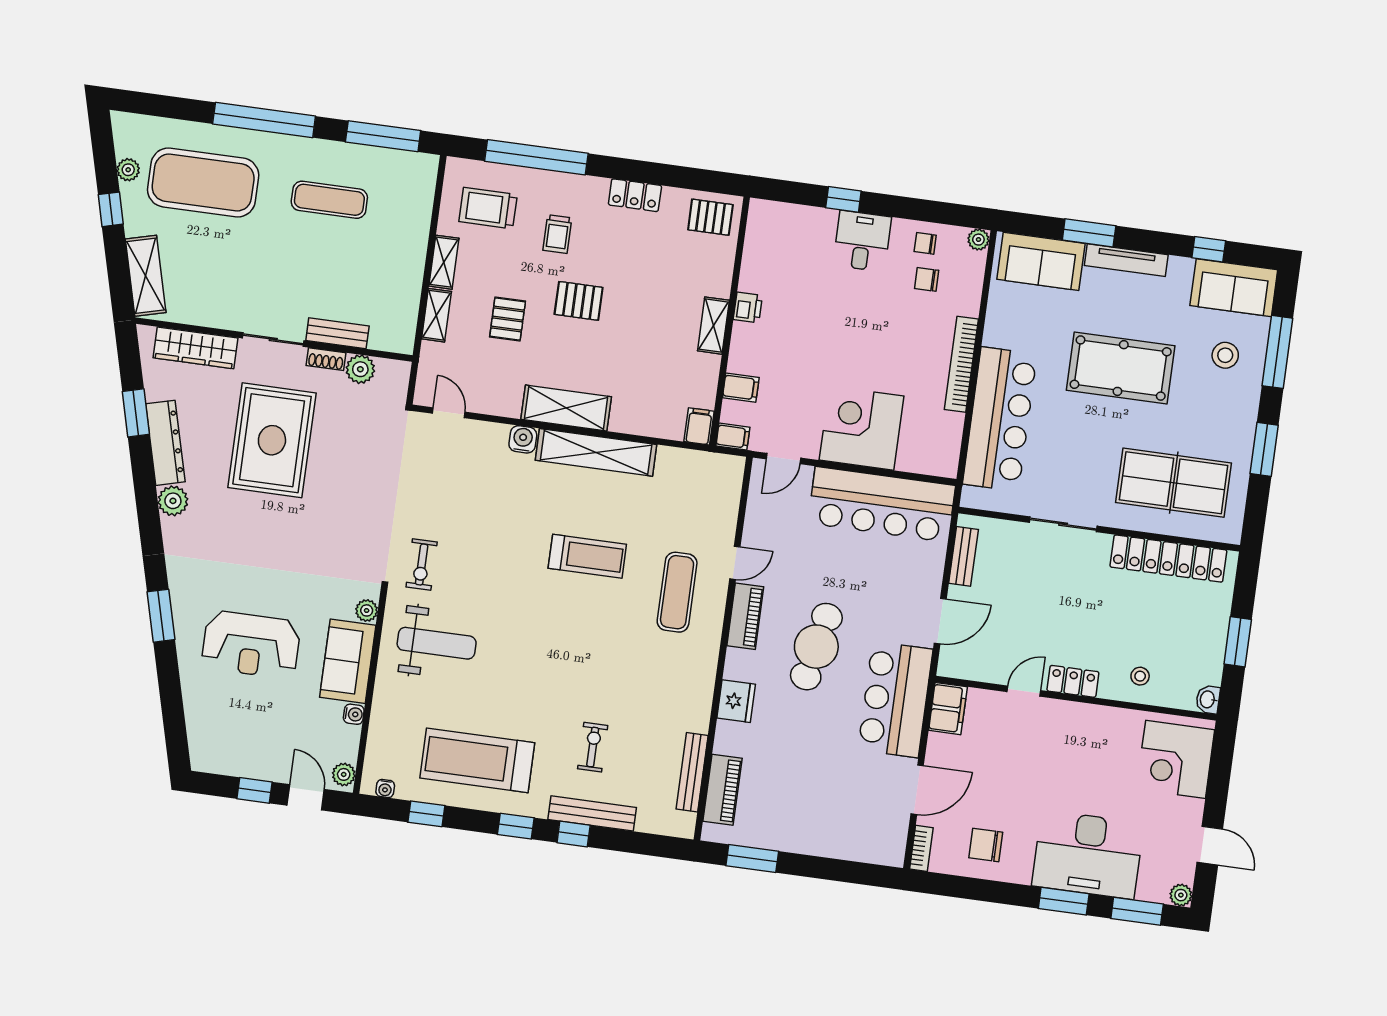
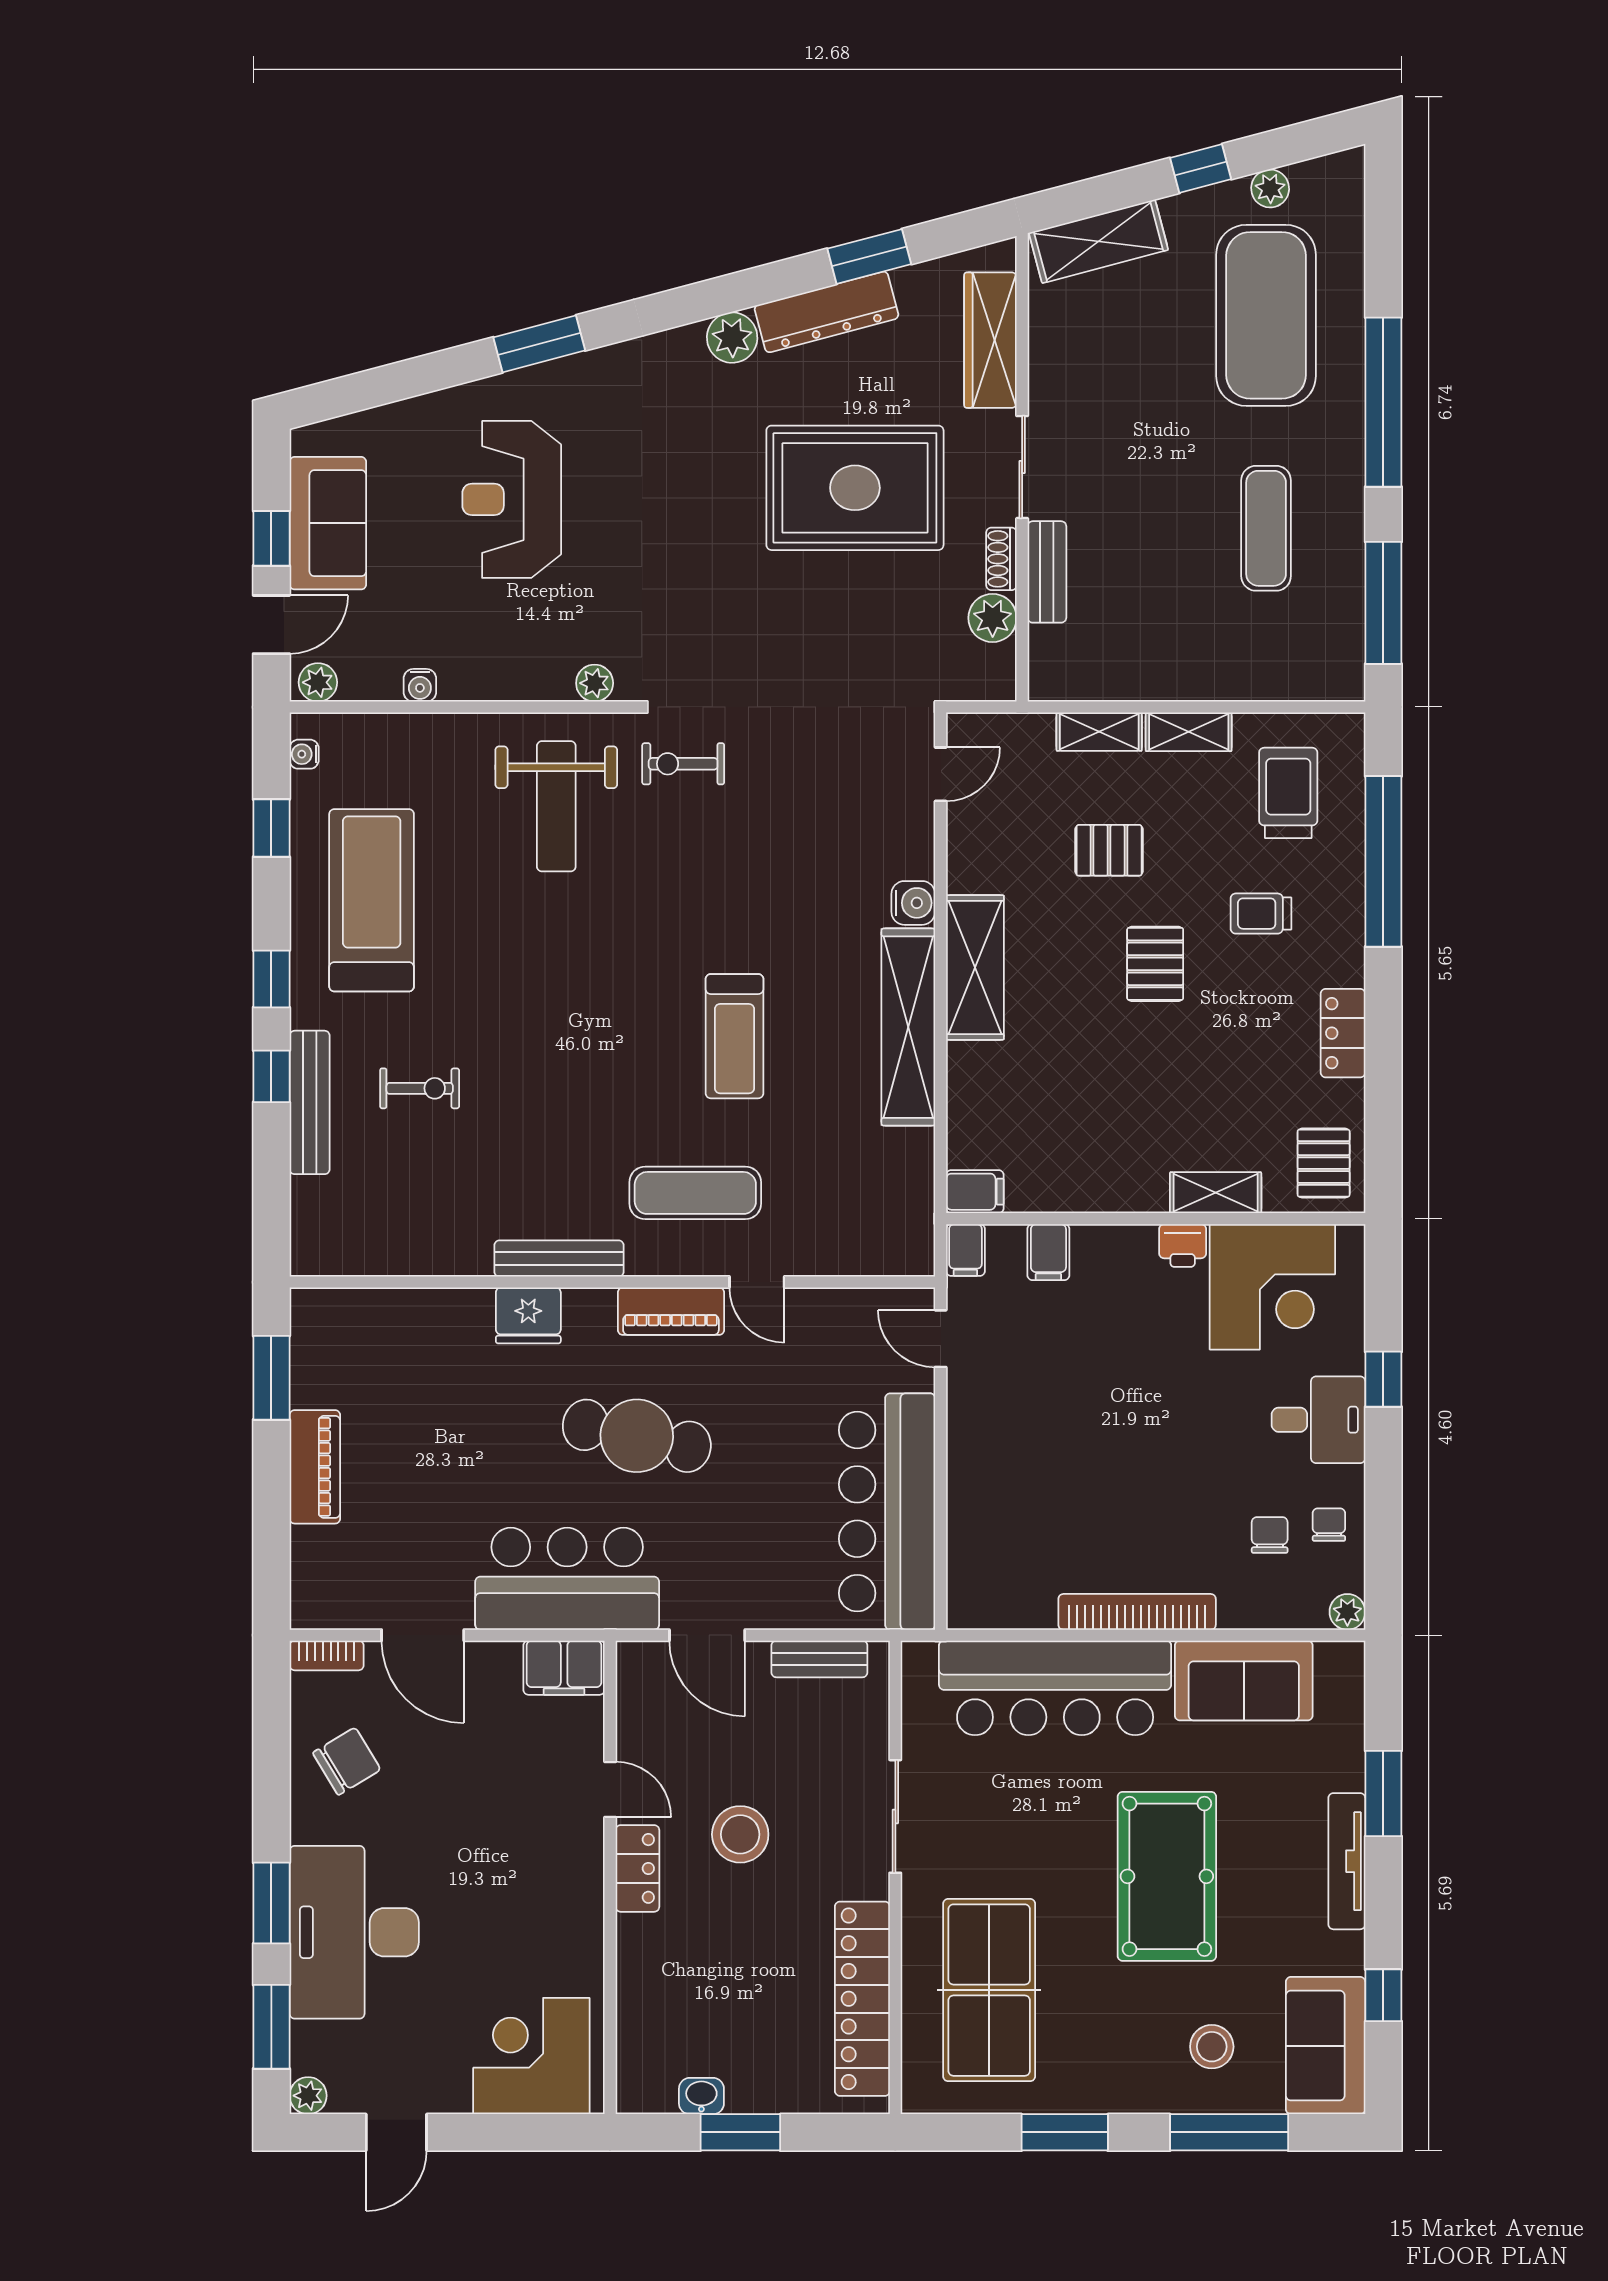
sofa: (1041, 261) -> (1244, 1681), moved, turned -90
shelving: (713, 326) -> (1216, 1193), moved
corner desk: (862, 428) -> (1272, 1287), moved, turned 90
sofa: (348, 661) -> (328, 523), moved, turned 90
stool: (1140, 676) -> (740, 1834), moved, width x1.89, depth x1.89
washbasin: (1208, 699) -> (701, 2096), moved
bench: (692, 772) -> (559, 1259), moved
piano: (722, 790) -> (315, 1467), moved, turned -90
chair: (986, 845) -> (347, 1761), turned 59

